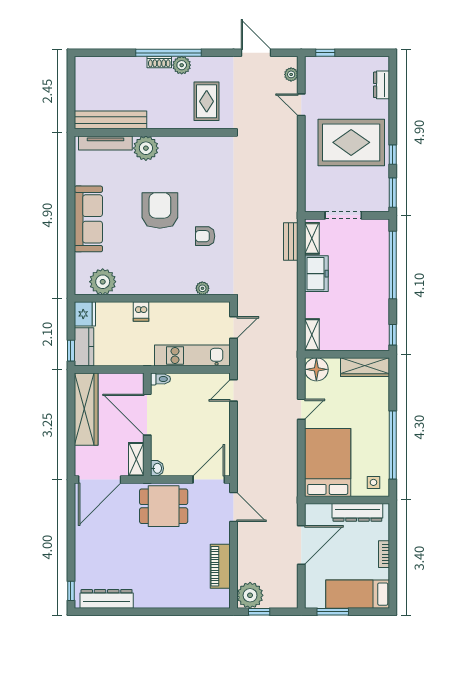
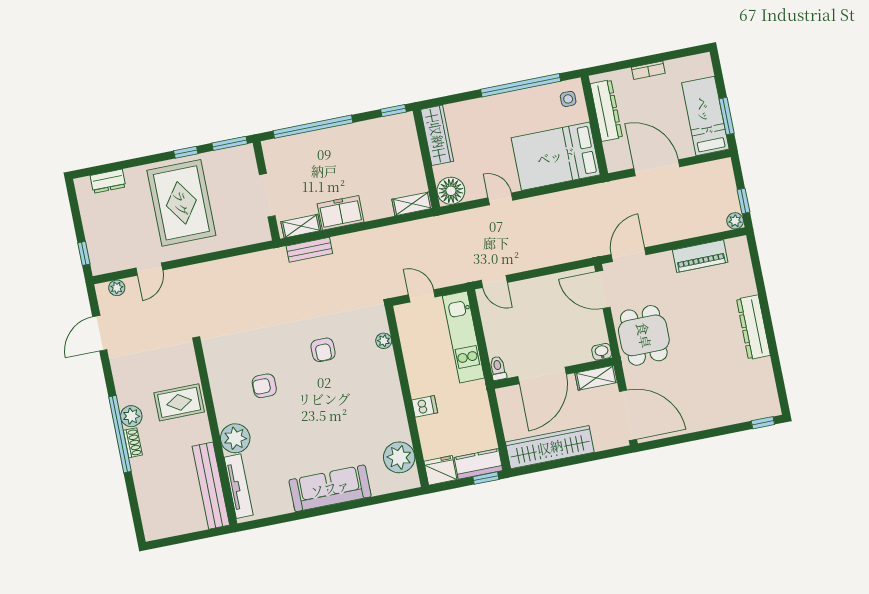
rug: (207, 101) -> (179, 402), moved
armchair: (160, 210) -> (264, 386), moved, width x0.53, depth x0.53
bed: (358, 594) -> (705, 116), moved, turned 180
plant: (250, 595) -> (735, 221), width x0.53, depth x0.53
dresser: (107, 599) -> (753, 327), moved

